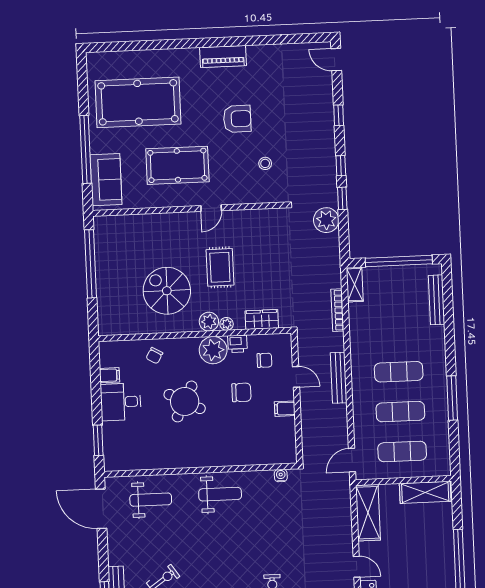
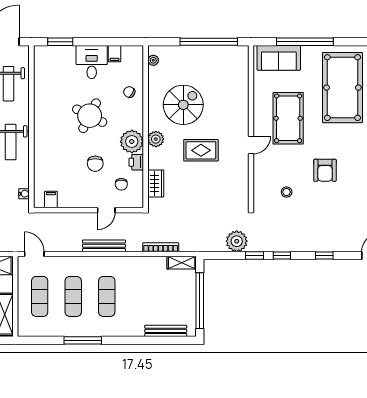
door: (211, 208) -> (251, 145), swing flipped
plant: (227, 324) -> (153, 60), moved
filing cabinet: (285, 409) -> (51, 199), moved

